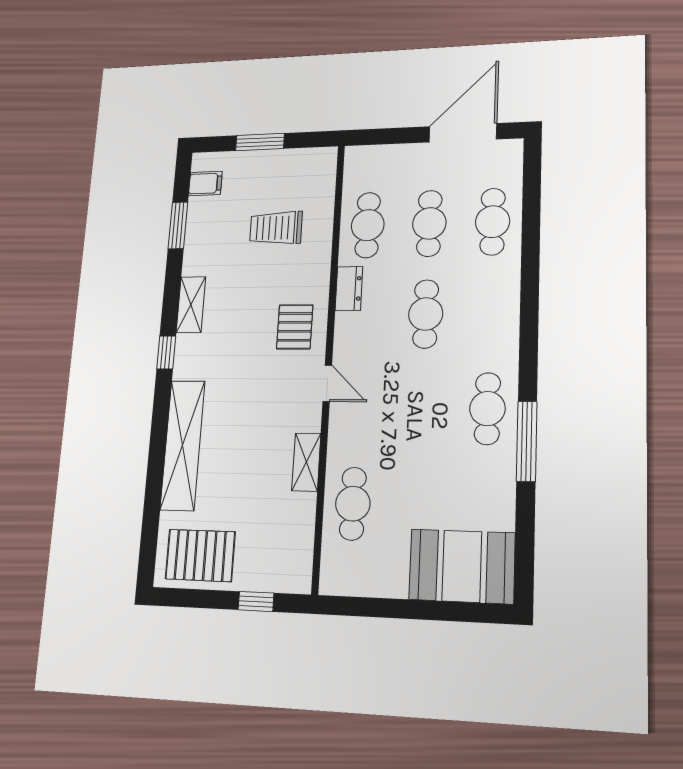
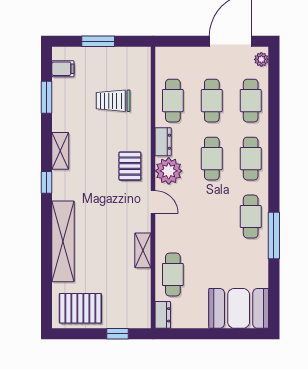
plant: (512, 158) -> (261, 59), added
cafe table: (490, 313) -> (251, 159), added
plant: (355, 334) -> (169, 171), added
dresser: (332, 572) -> (163, 315), added

